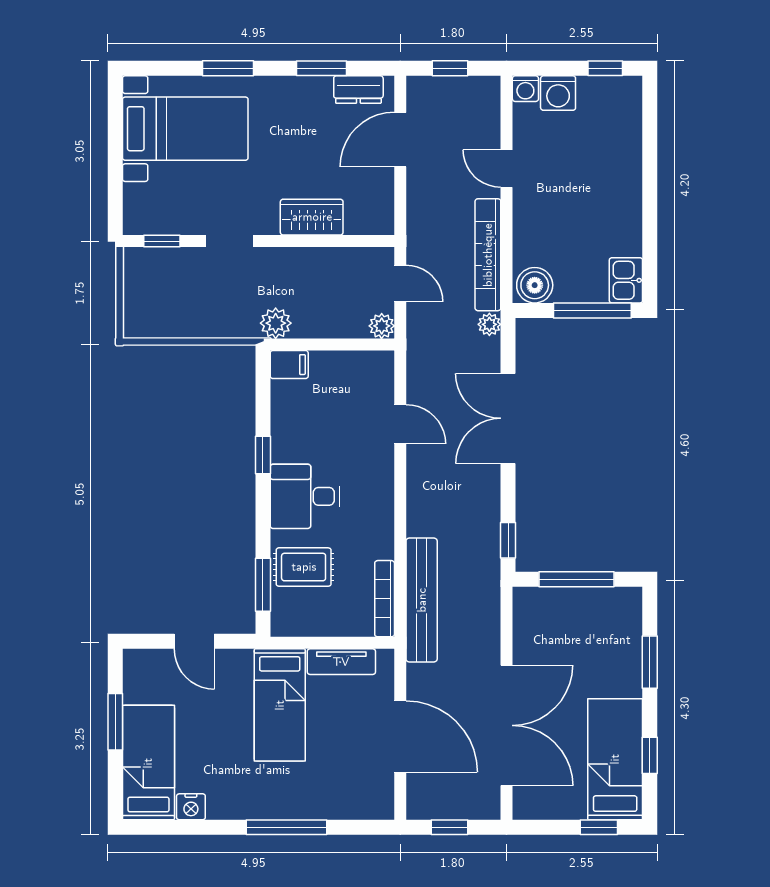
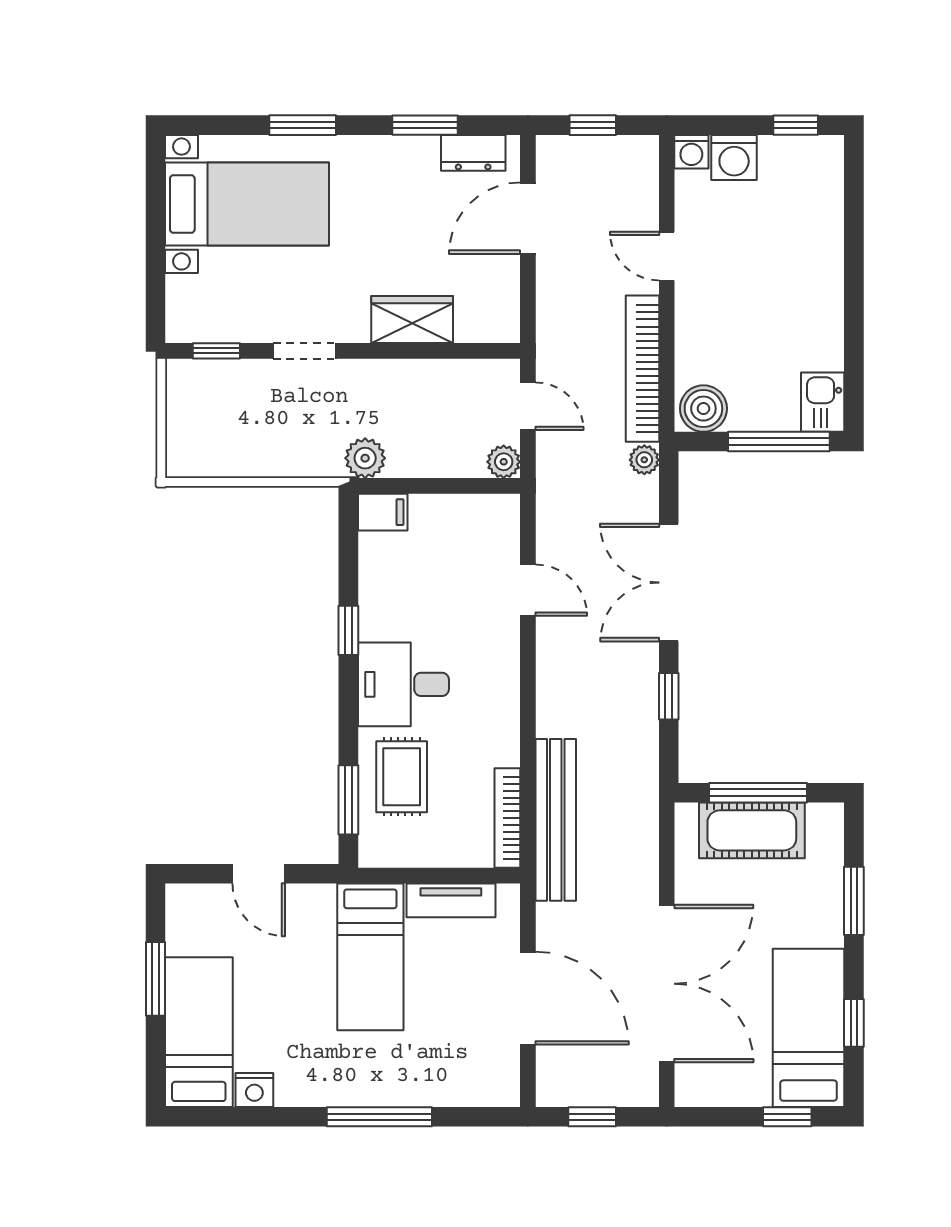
window: (508, 540) -> (669, 696), moved
rug: (304, 567) -> (402, 777), turned 90
cot: (572, 608) -> (752, 830), added

